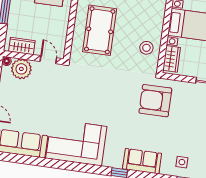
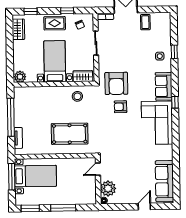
wardrobe: (22, 46) -> (91, 191), removed
armchair: (124, 101) -> (121, 107), added
corner sofa: (76, 142) -> (157, 123), moved

